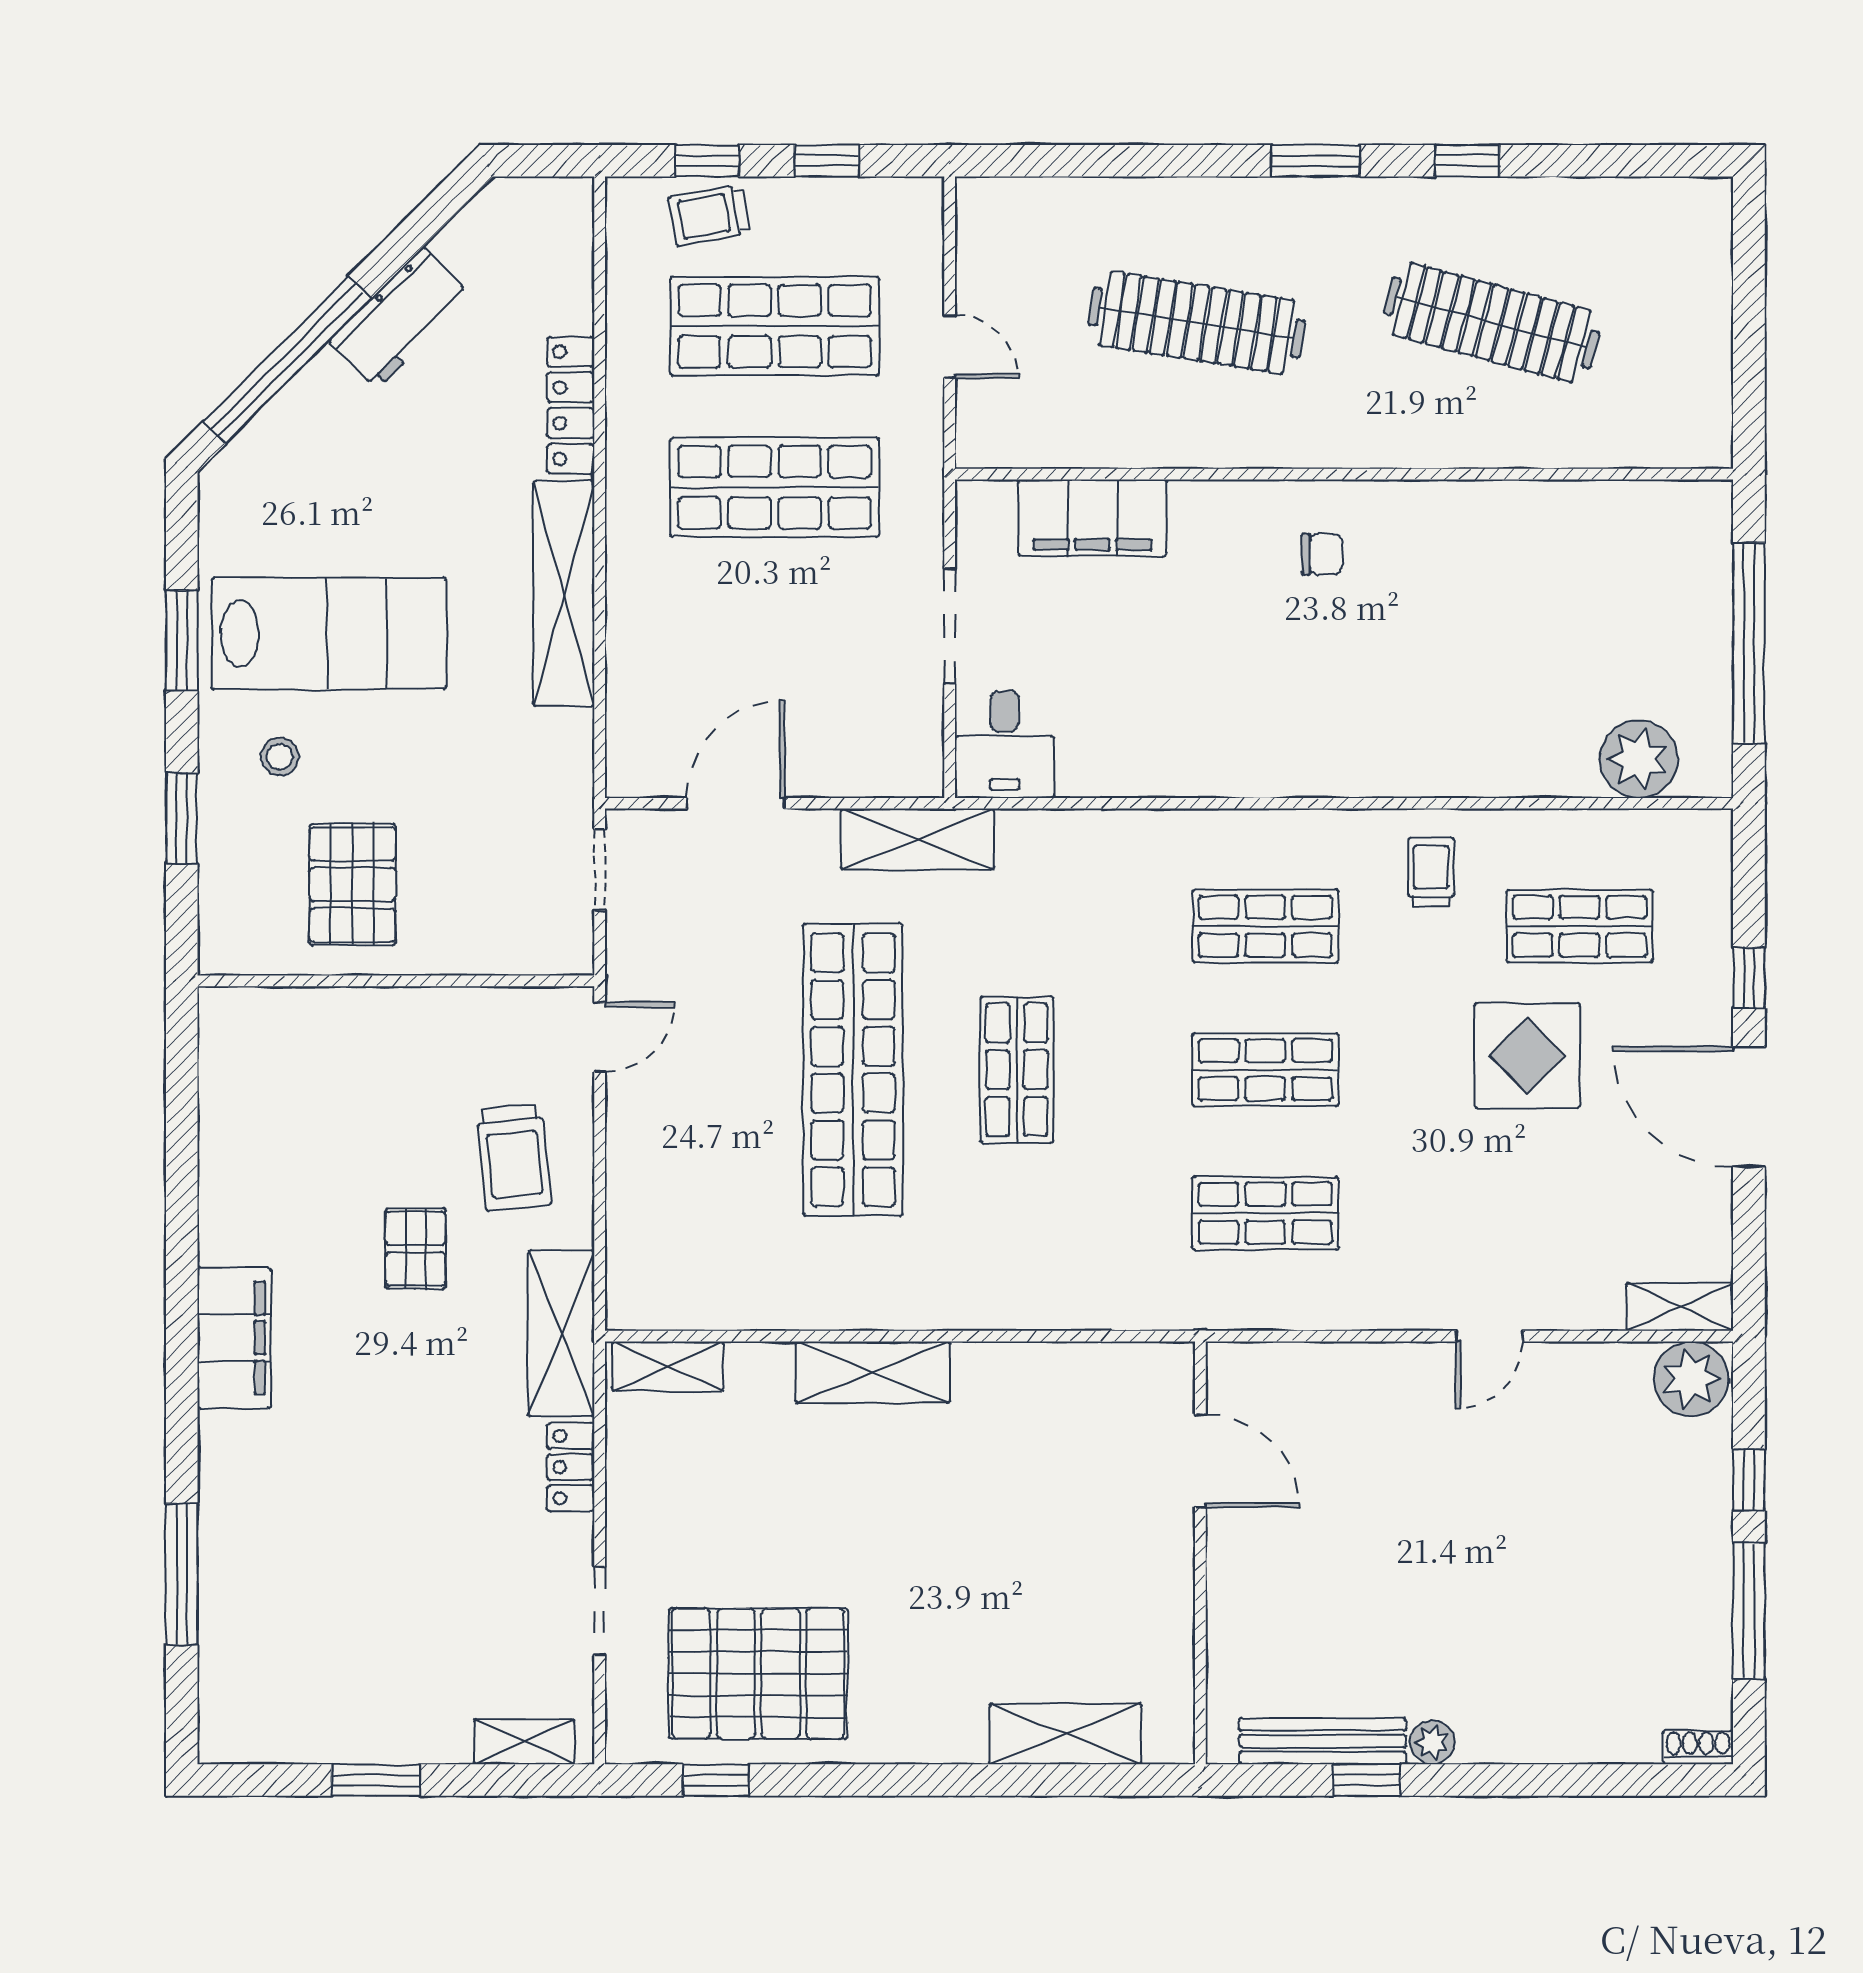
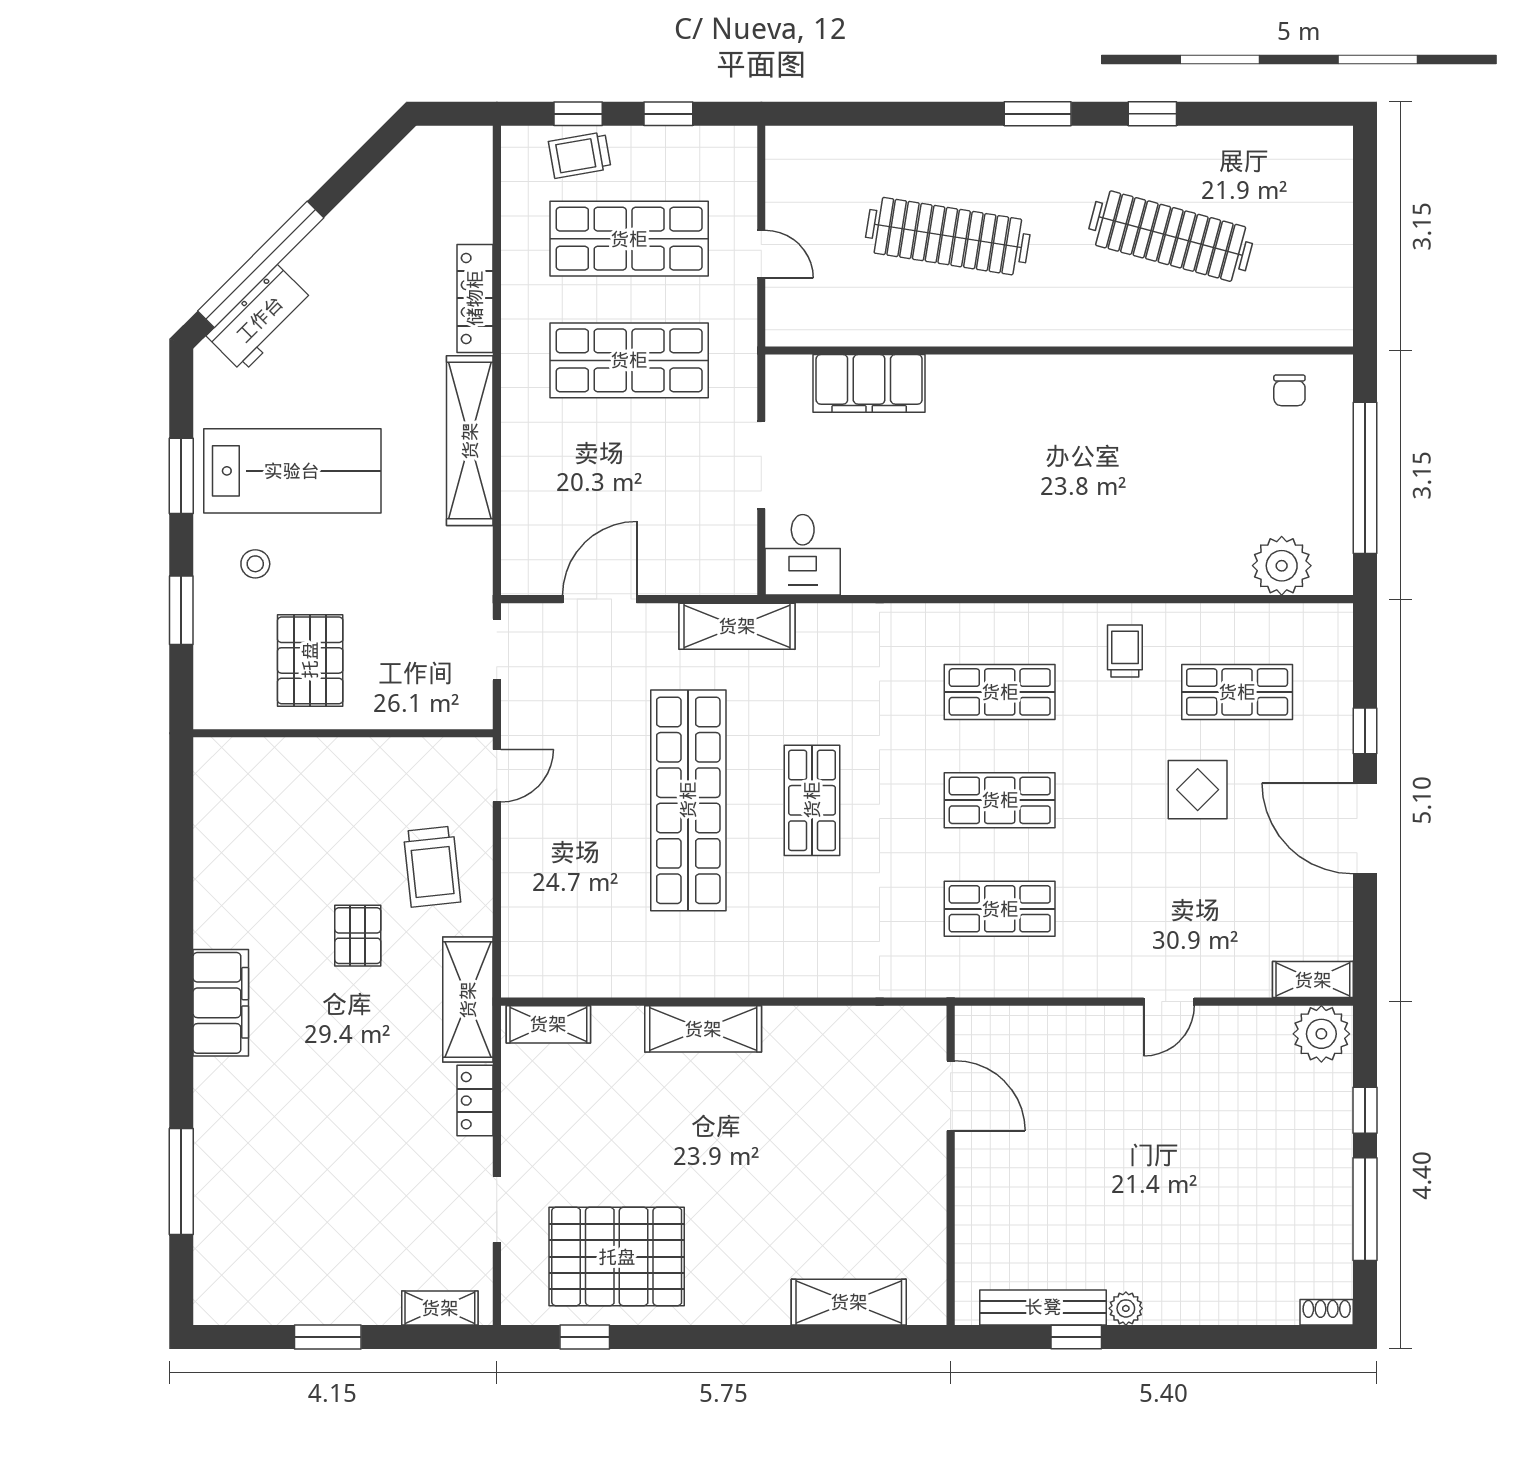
workbench: (400, 318) -> (260, 319), moved
chair: (1322, 554) -> (1289, 390), moved, turned 90
display table: (1527, 1056) -> (1198, 790), width x0.73, depth x0.73

